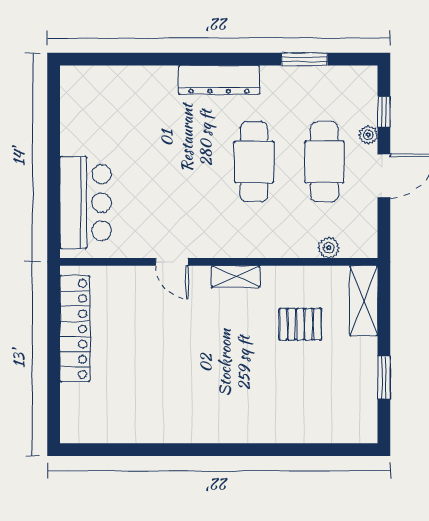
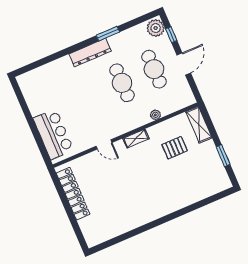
window: (304, 59) -> (108, 34), moved
plant: (368, 135) -> (156, 28), moved, width x1.88, depth x1.88
plant: (329, 248) -> (155, 115), moved

